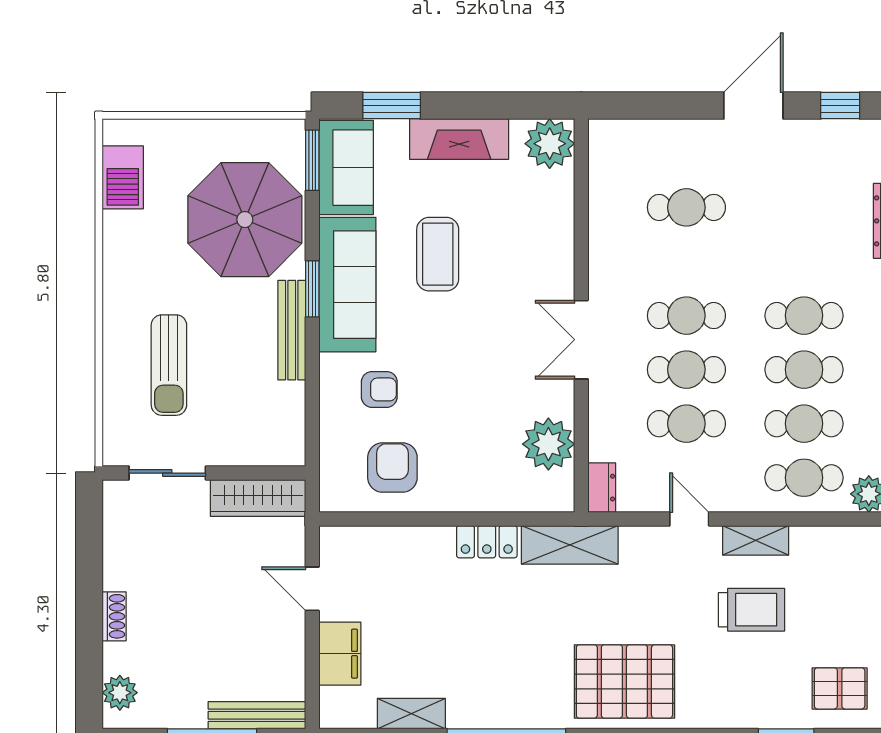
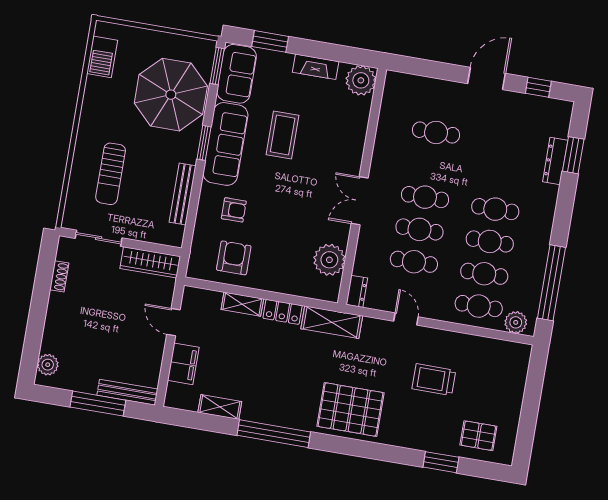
fireplace: (459, 139) -> (316, 67), width x0.73, depth x0.76
bench: (292, 330) -> (183, 194), moved
shelving: (756, 540) -> (242, 304), moved
trolley: (752, 610) -> (434, 380), turned 180
shoe rack: (114, 616) -> (59, 276), moved

